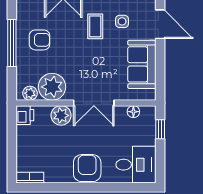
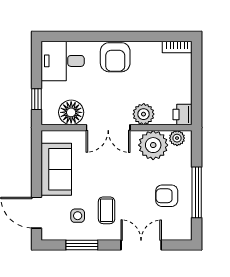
double door: (94, 103) -> (108, 128), swing flipped
floor lamp: (133, 112) -> (71, 112), width x1.89, depth x1.89

